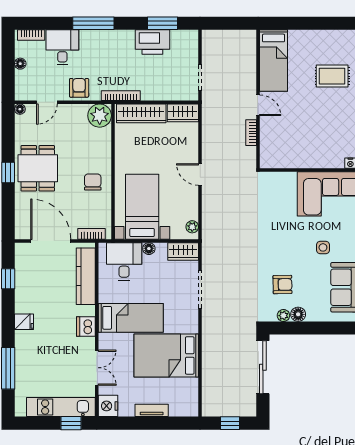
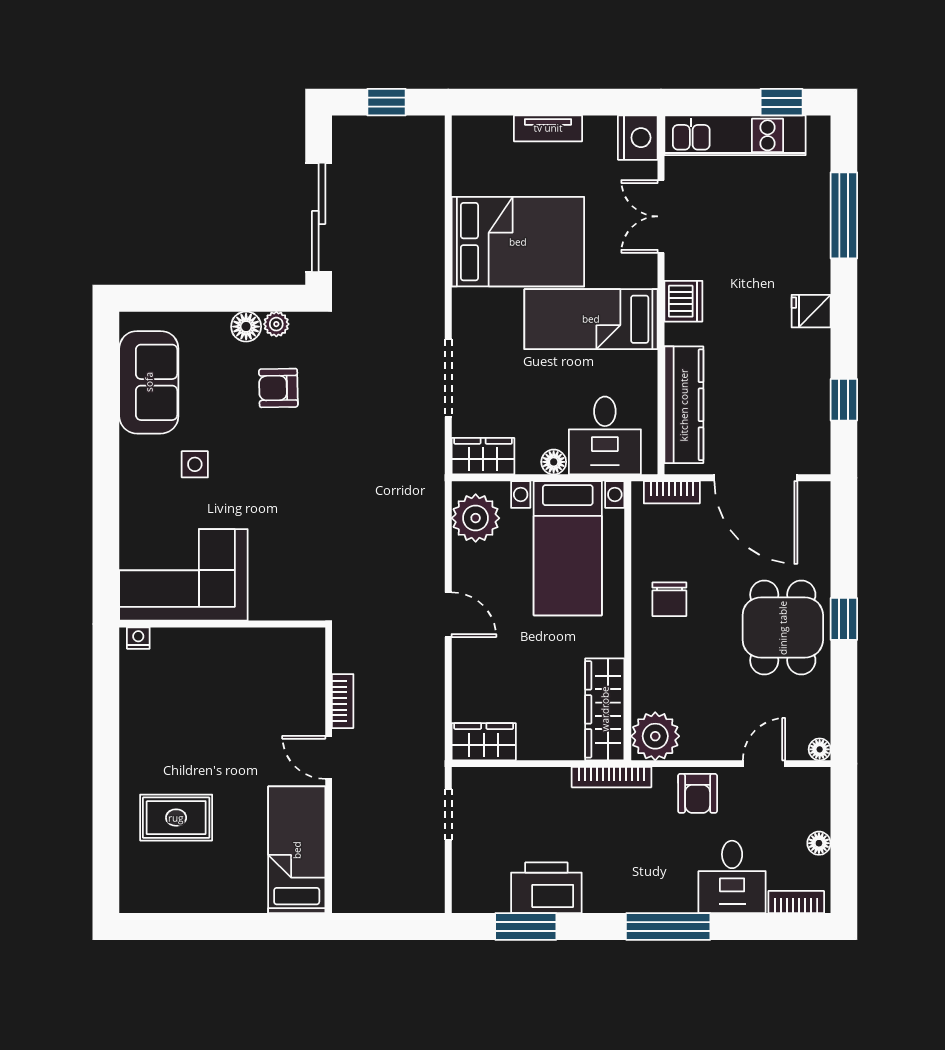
wardrobe: (141, 113) -> (605, 709), moved, turned -90
plant: (192, 227) -> (476, 518), width x1.88, depth x1.88
window: (71, 423) -> (782, 102), moved

